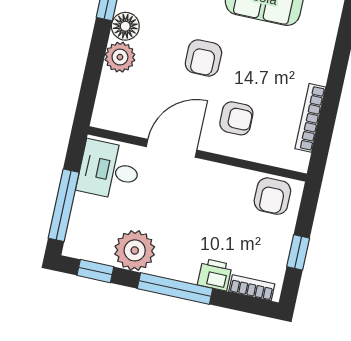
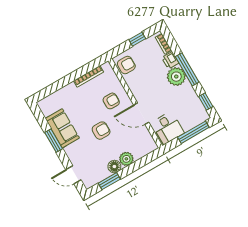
armchair: (236, 118) -> (111, 101), turned 90
plant: (135, 250) -> (176, 77), moved

